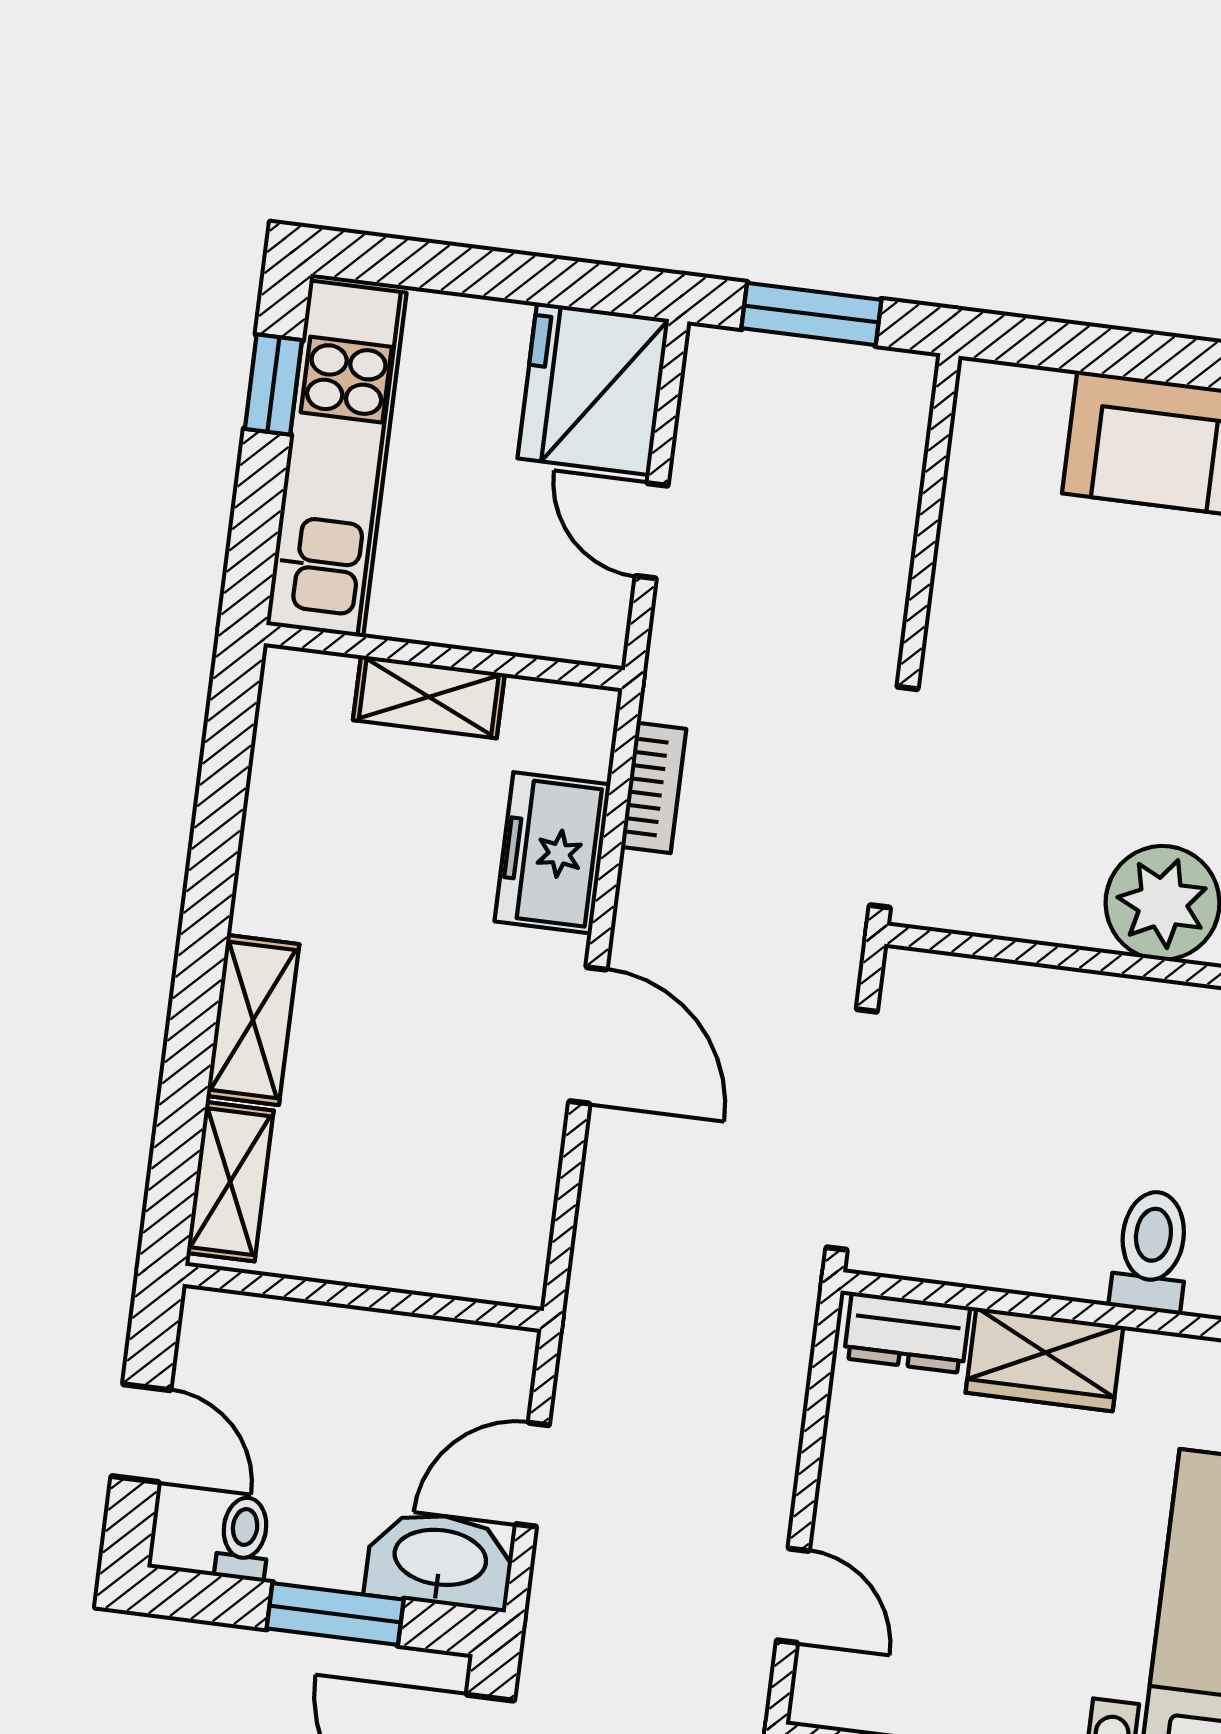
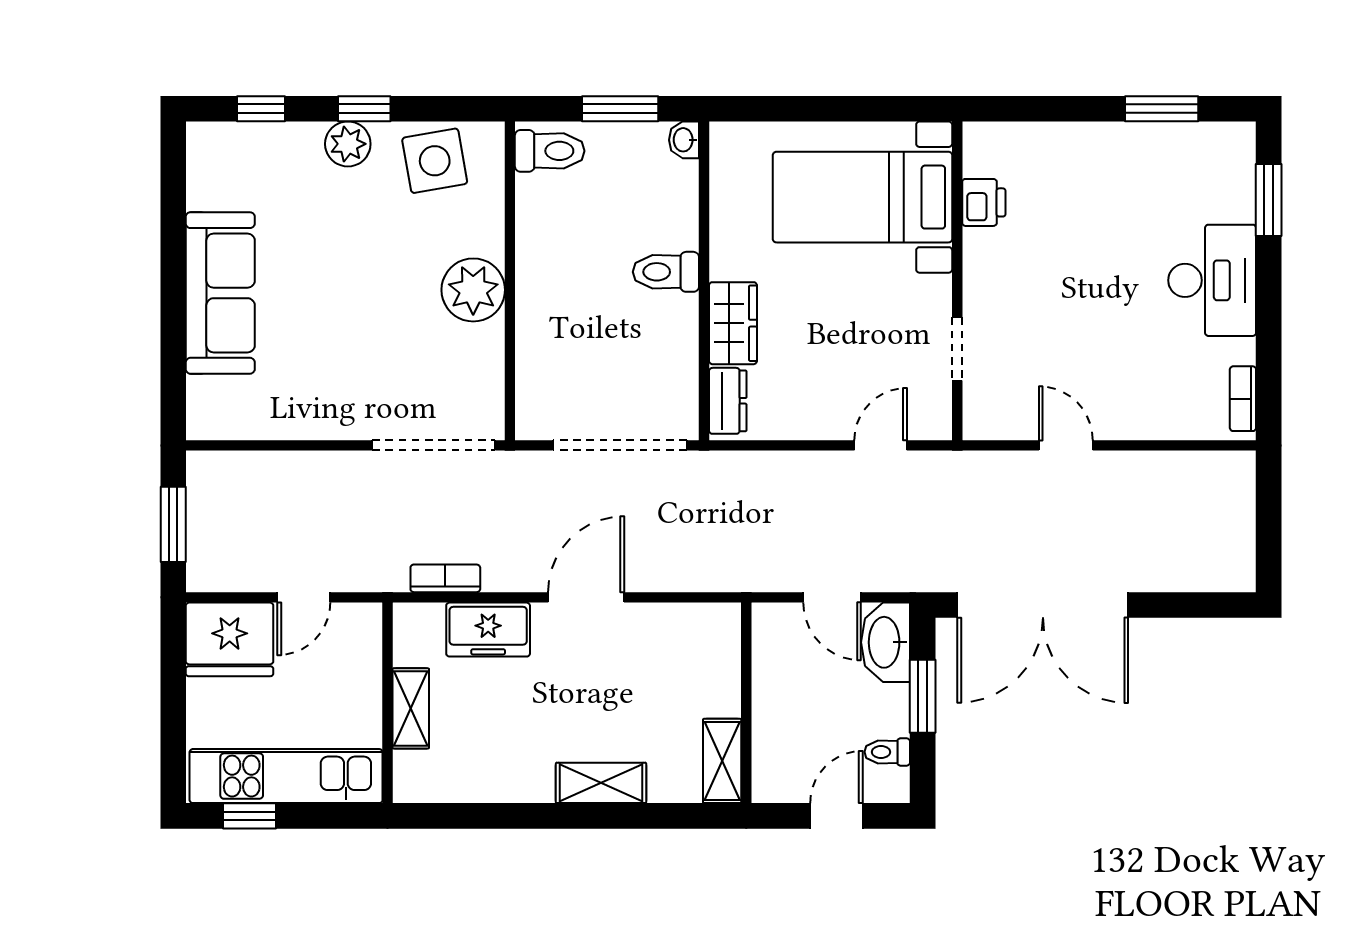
shelving: (230, 1182) -> (722, 761), moved, turned 90

